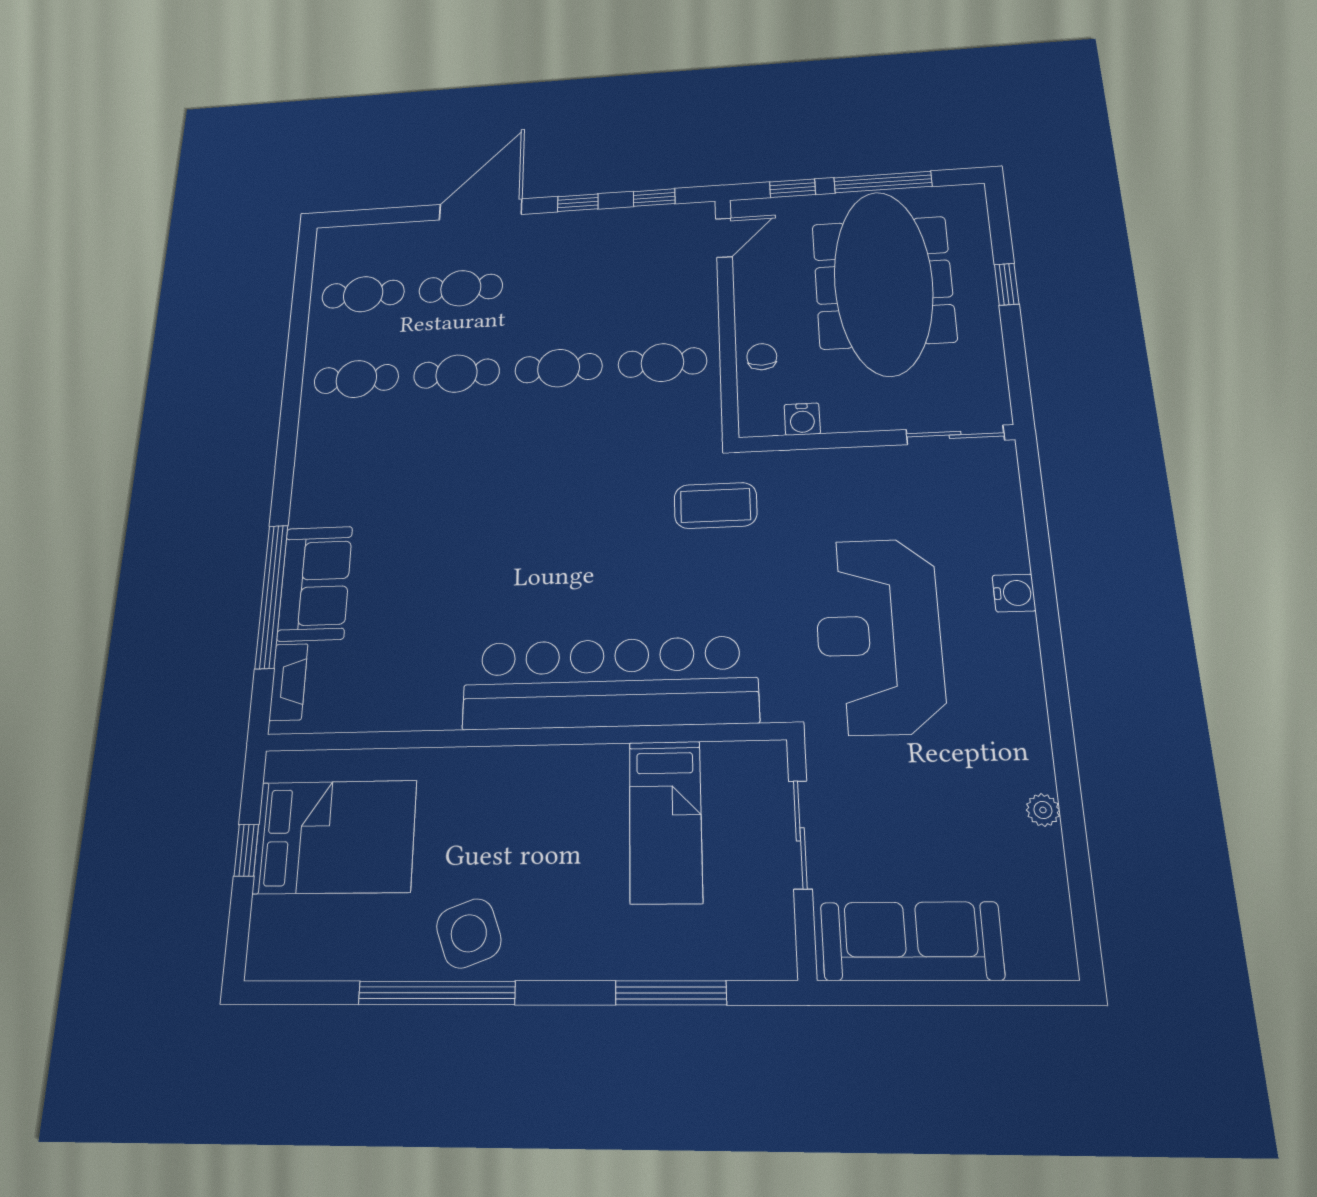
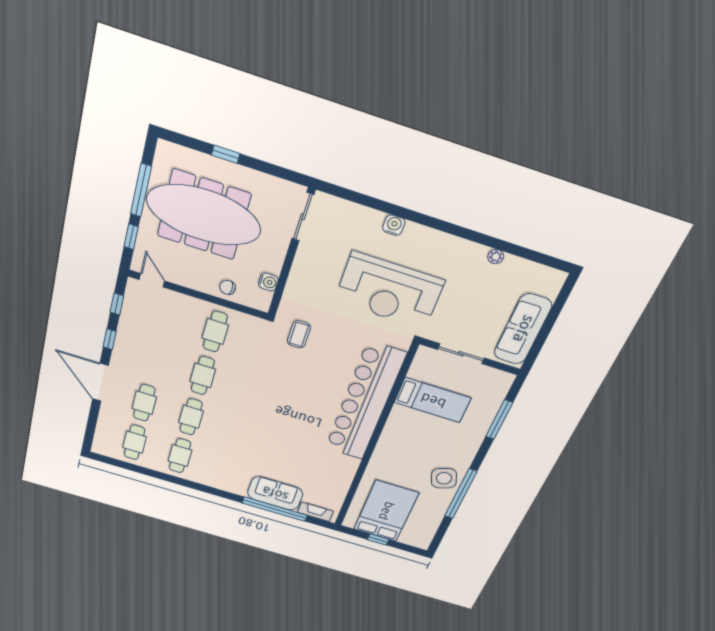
coffee table: (716, 505) -> (299, 334), width x0.73, depth x0.77

